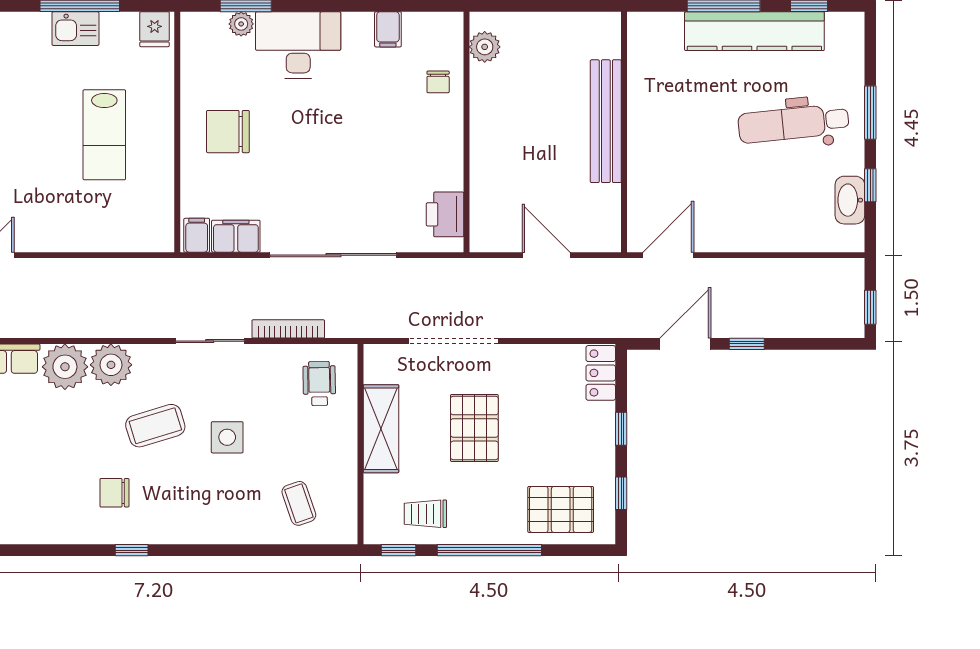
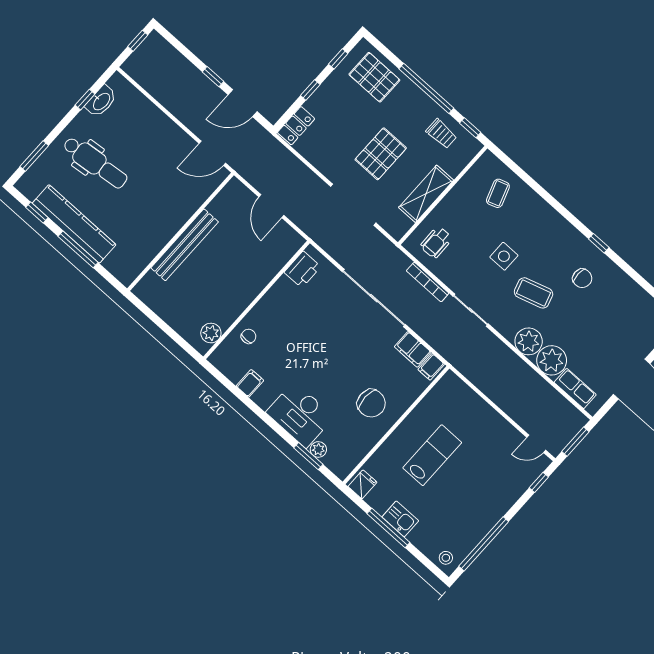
window: (870, 113) -> (34, 156), moved

